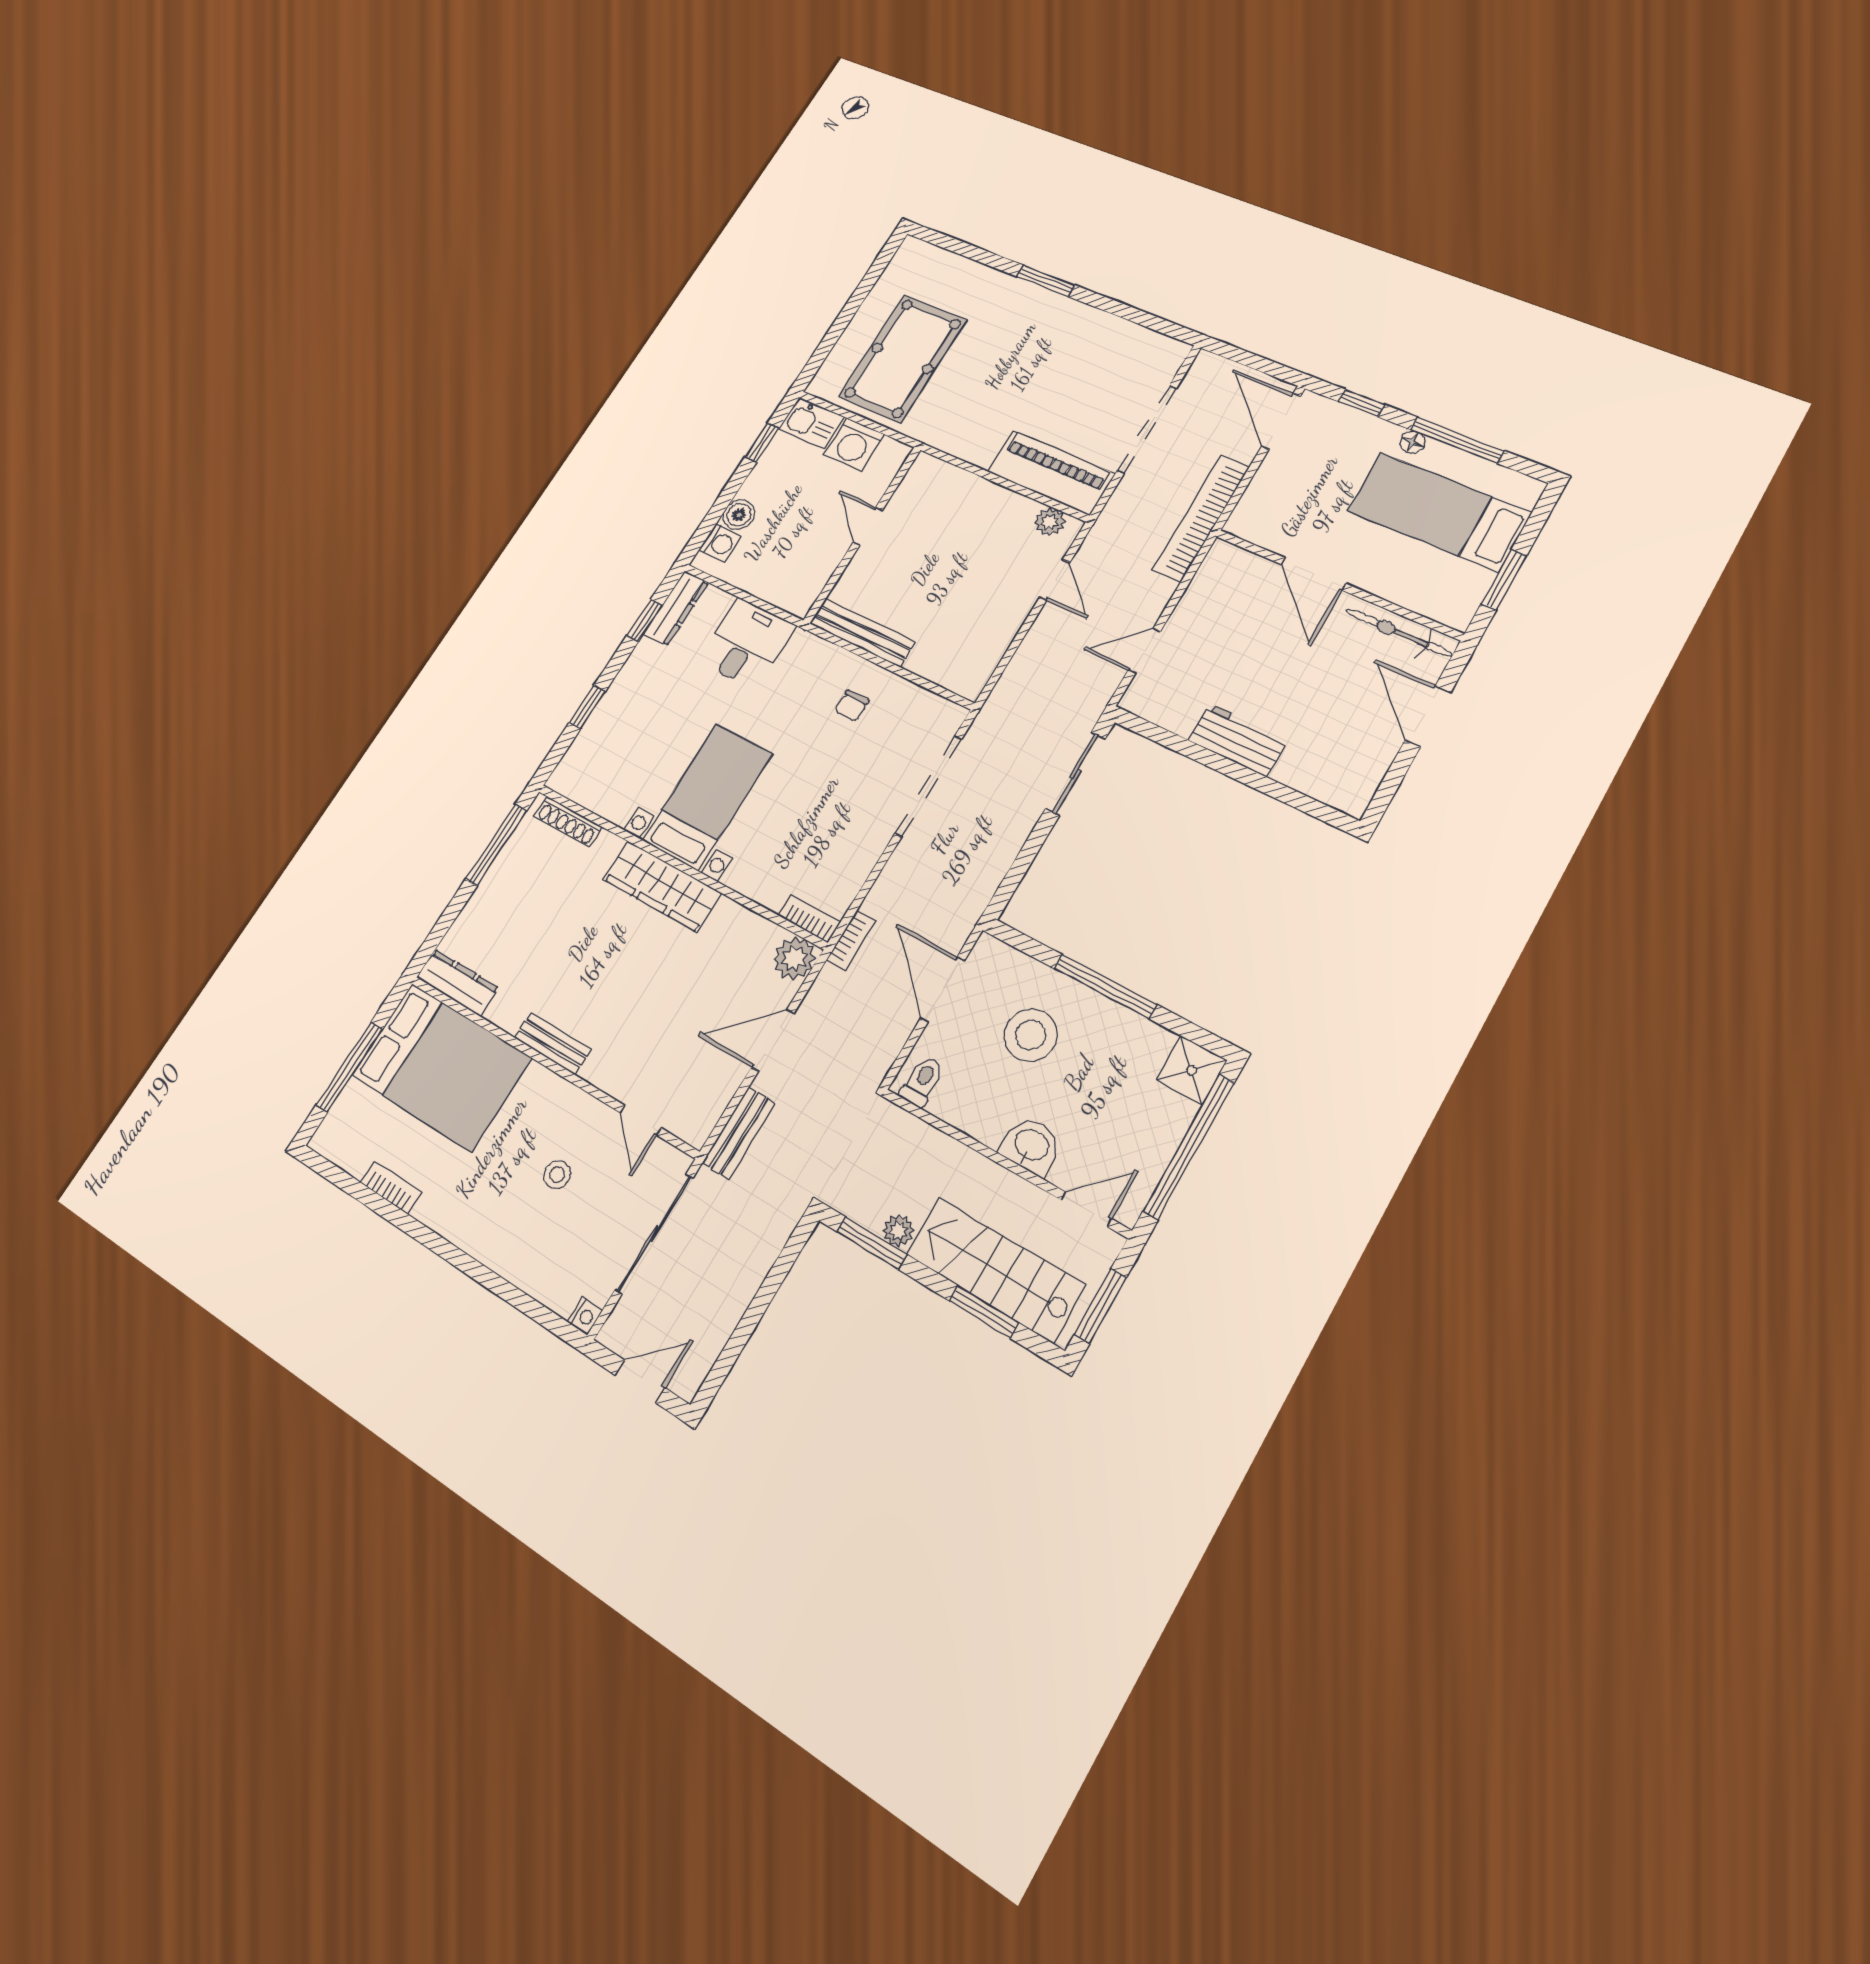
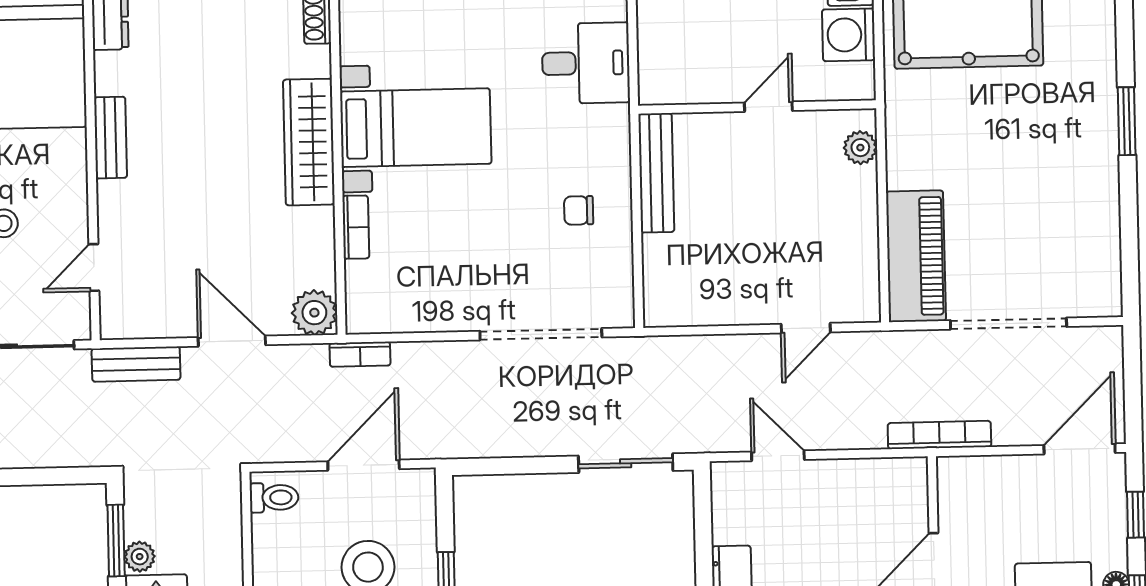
bookcase: (1201, 518) -> (939, 435), width x0.68, depth x0.76
plant: (1050, 522) -> (860, 148), moved
bookcase: (809, 919) -> (356, 227), moved

